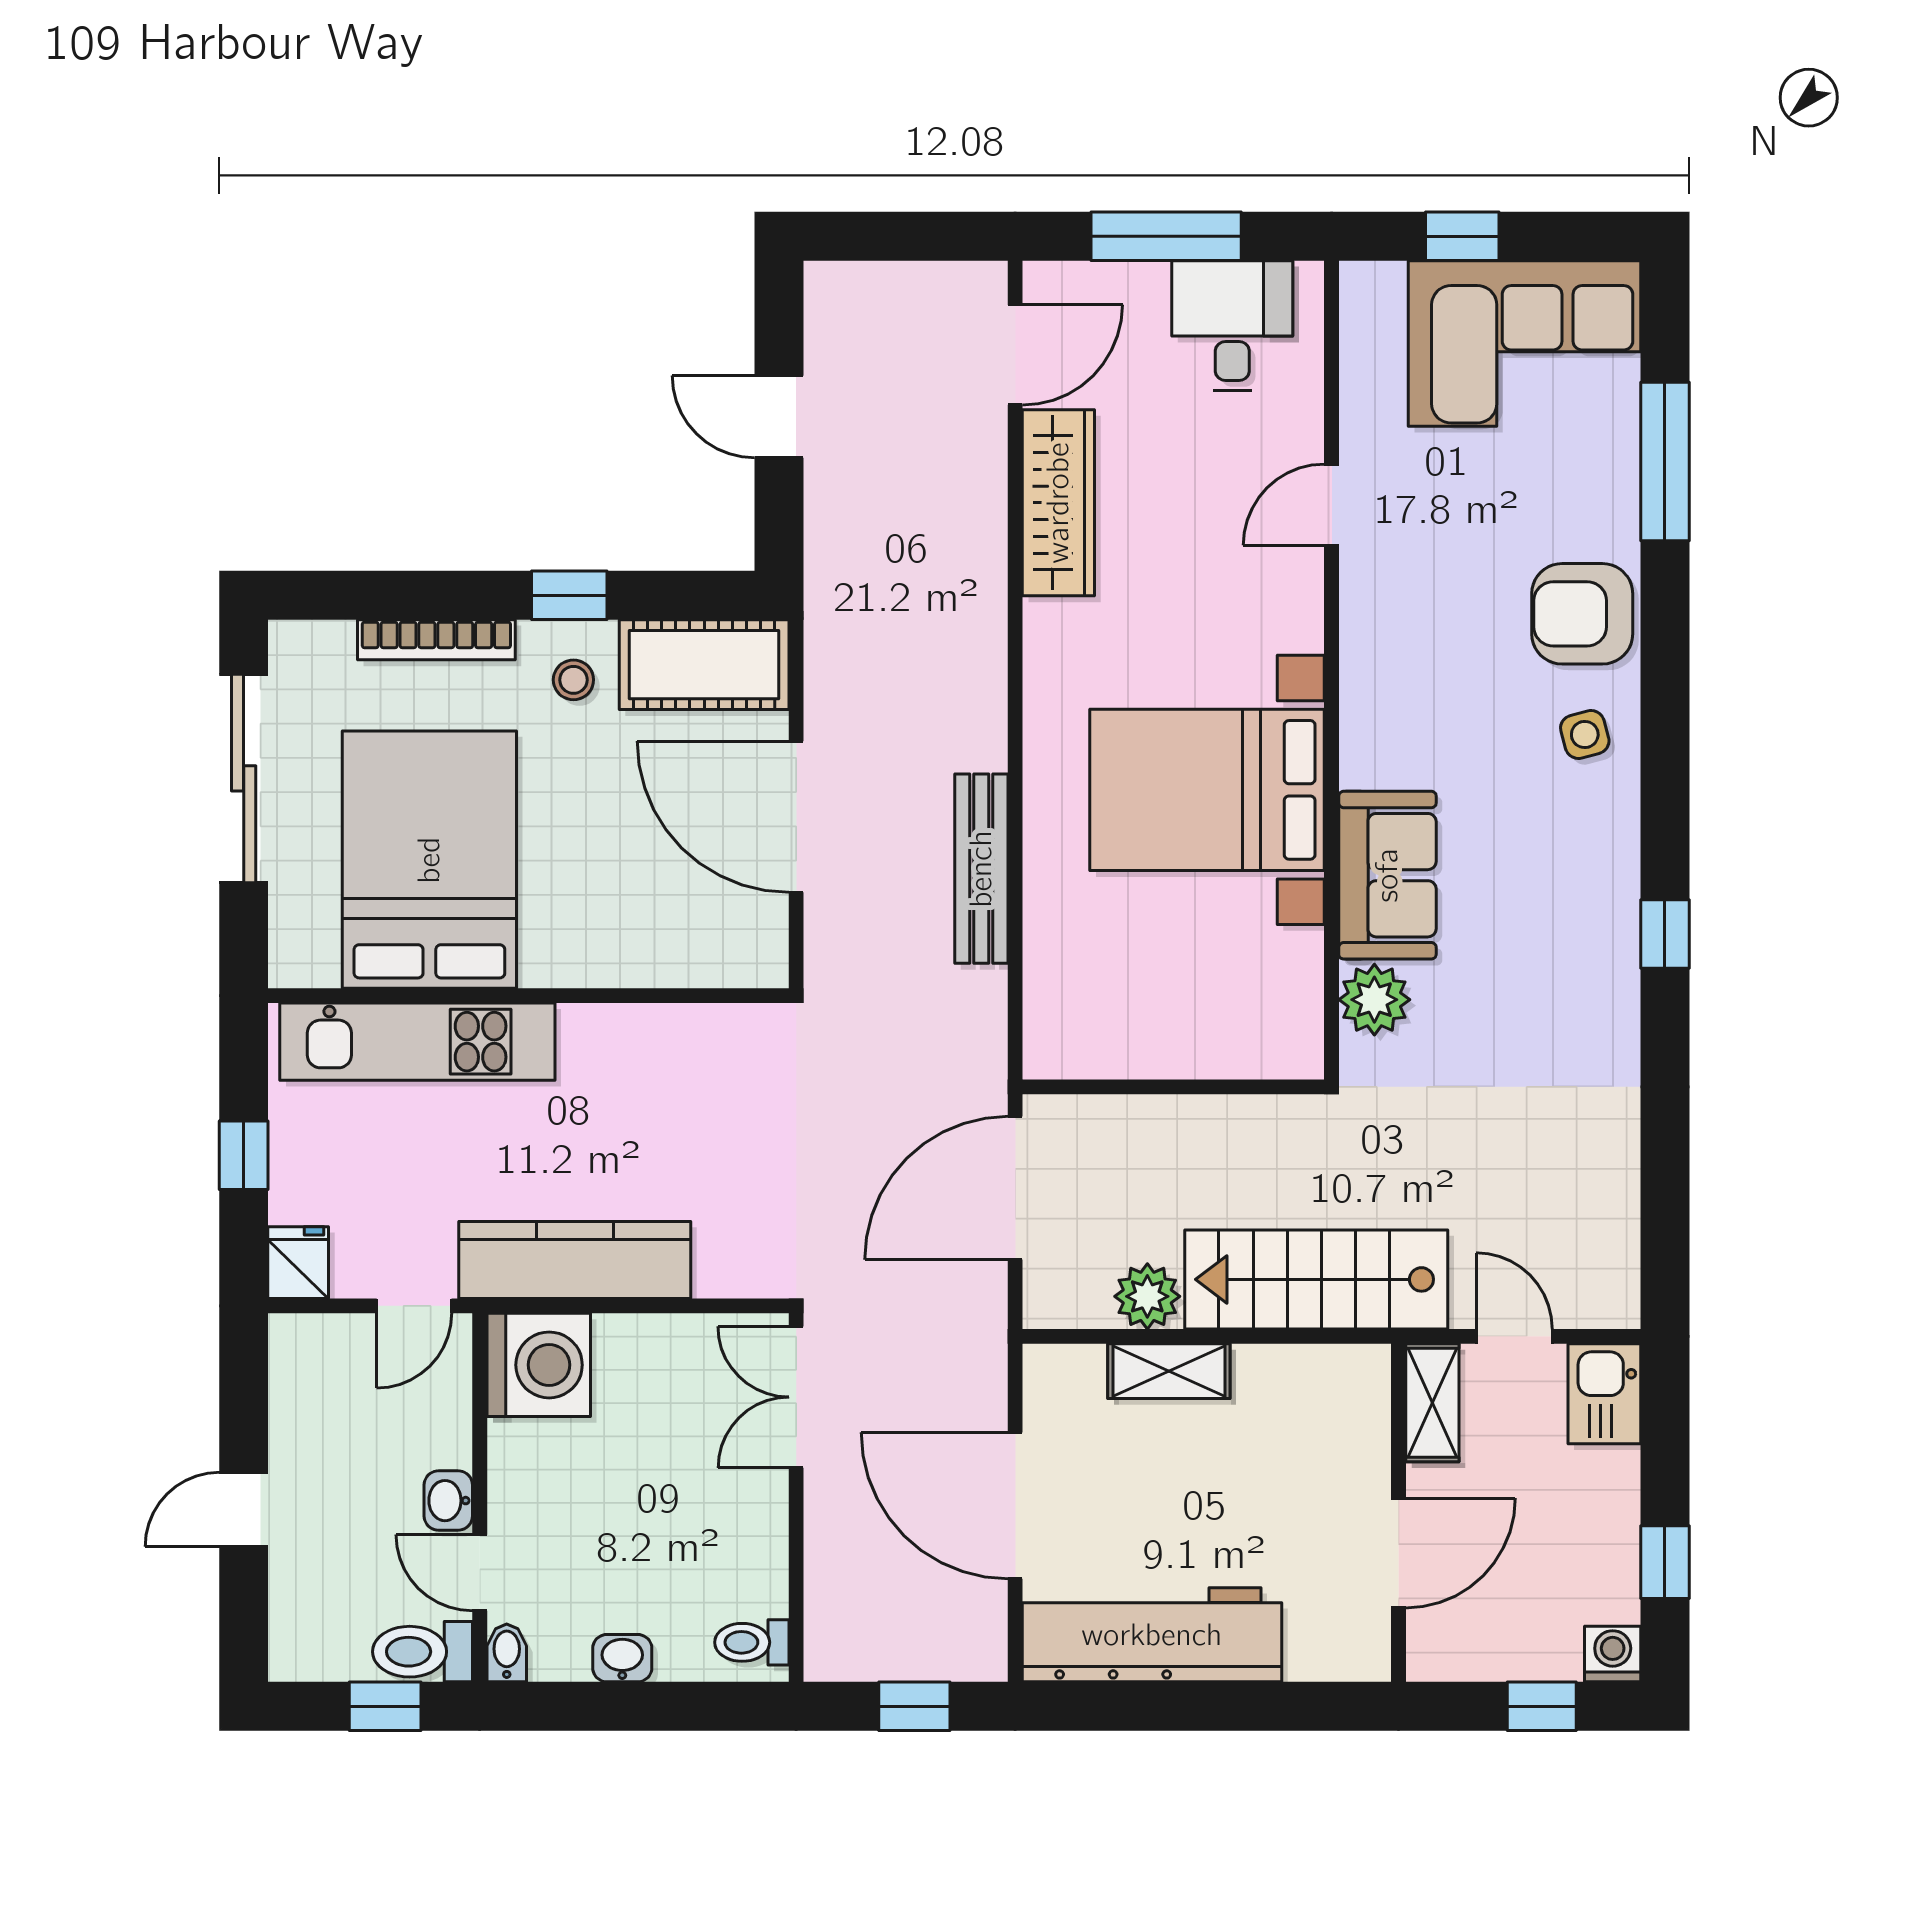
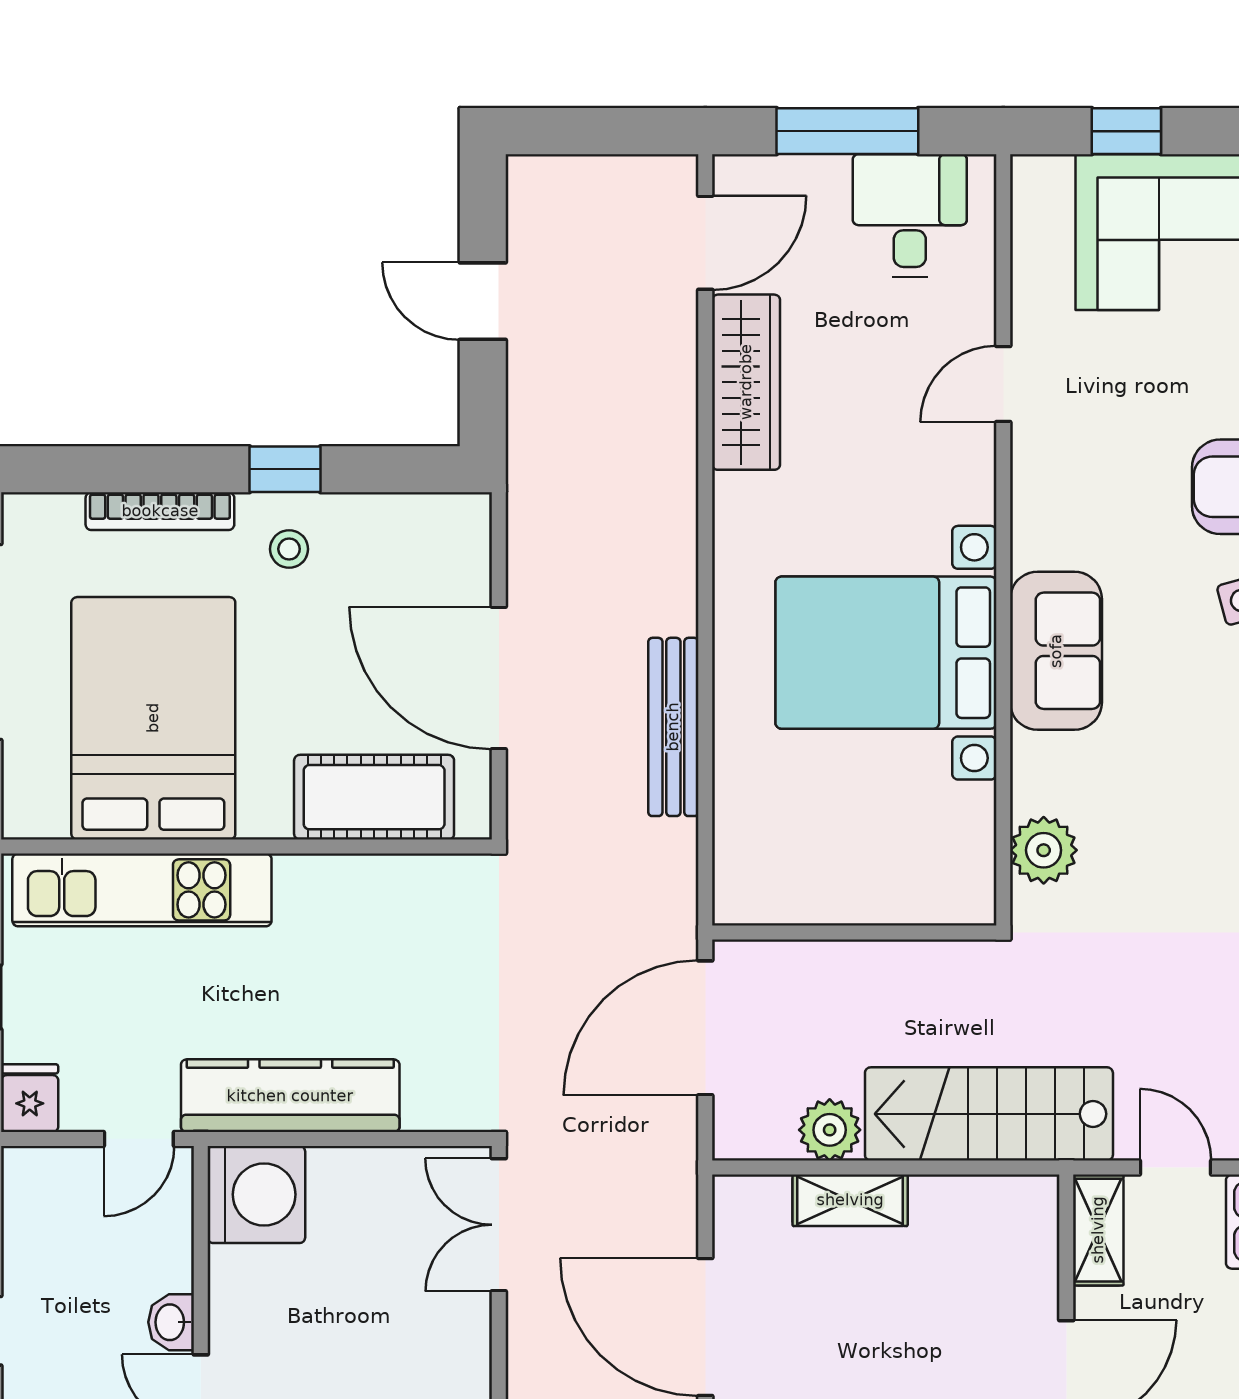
cot: (704, 665) -> (374, 797), moved
sofa: (1387, 875) -> (1056, 651), moved

